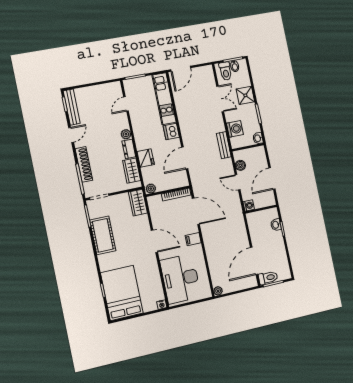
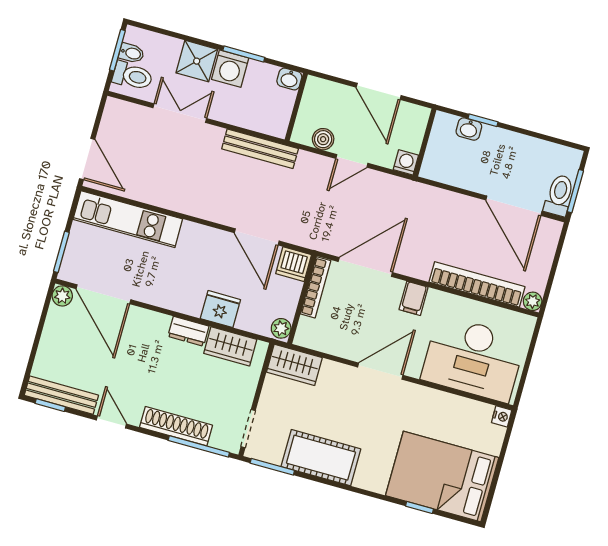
door: (126, 104) -> (103, 294), width x1.88
washing machine: (235, 129) -> (230, 69), moved, turned 180
dishwasher: (171, 132) -> (294, 264), moved
plant: (126, 134) -> (62, 296), moved
bench: (224, 145) -> (260, 149), width x1.36
bookcase: (213, 263) -> (477, 284), added

